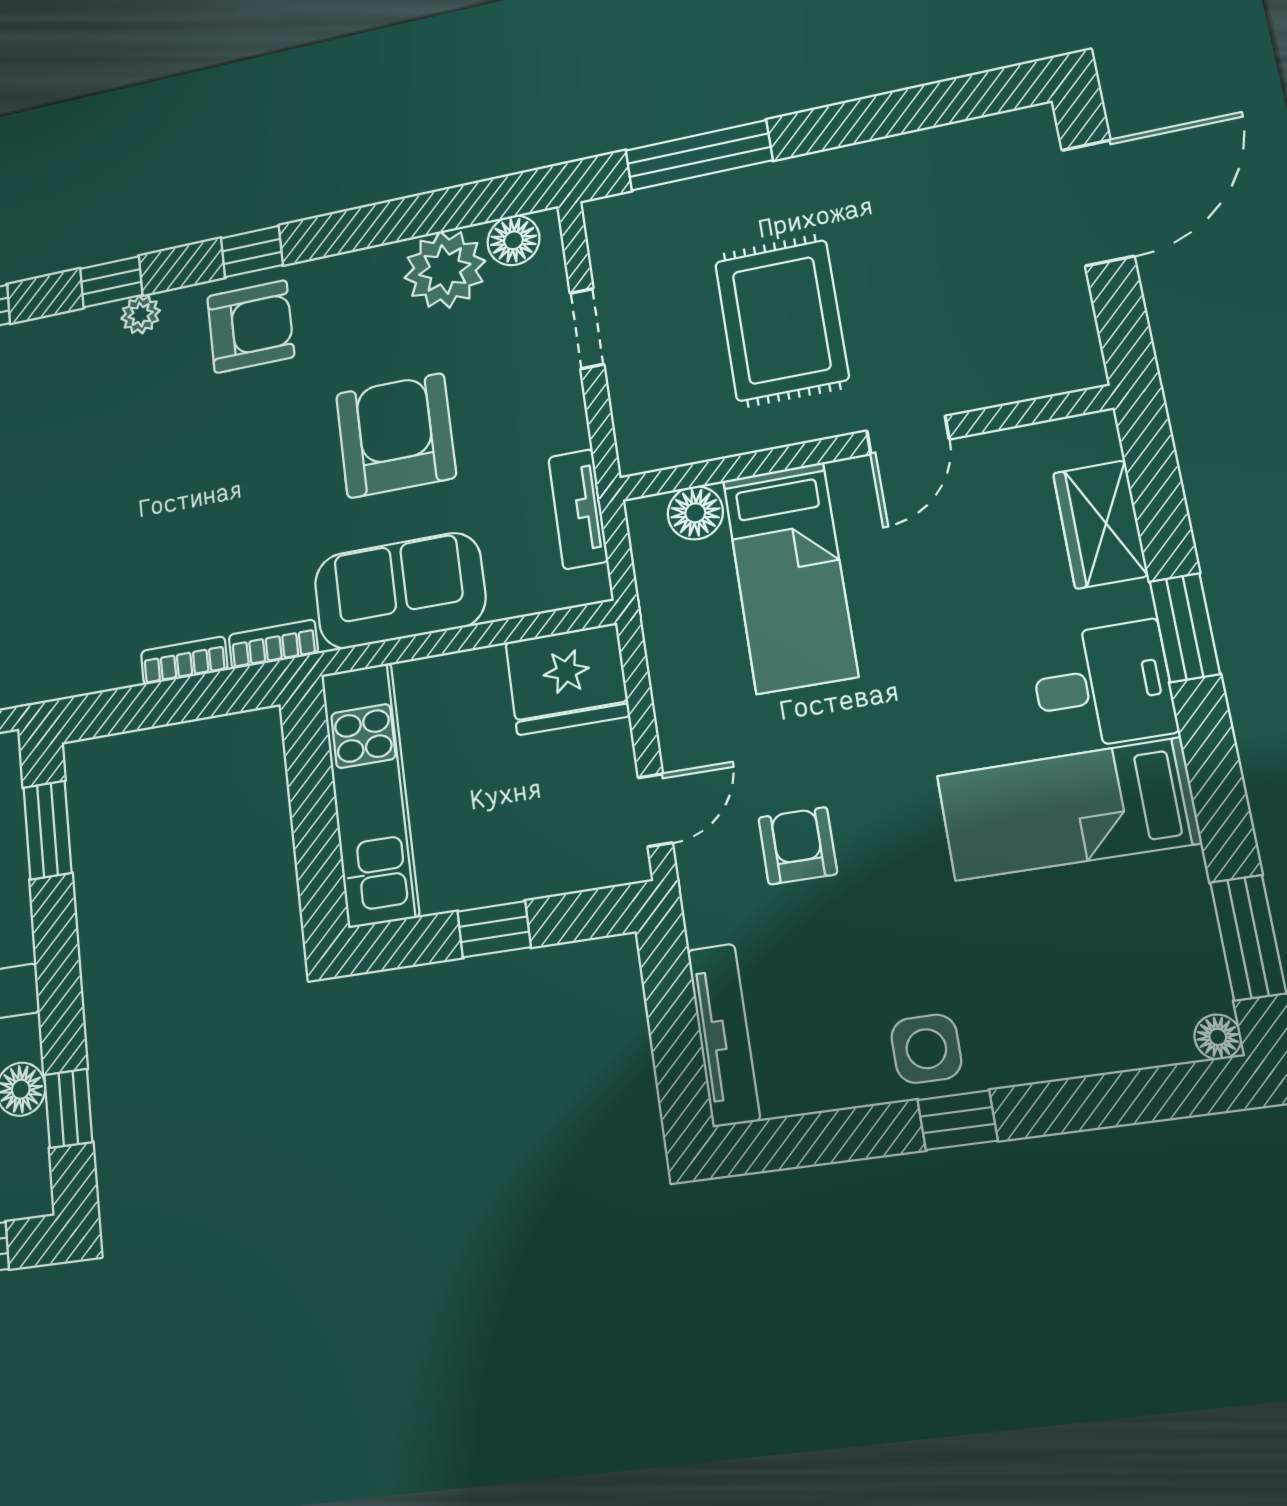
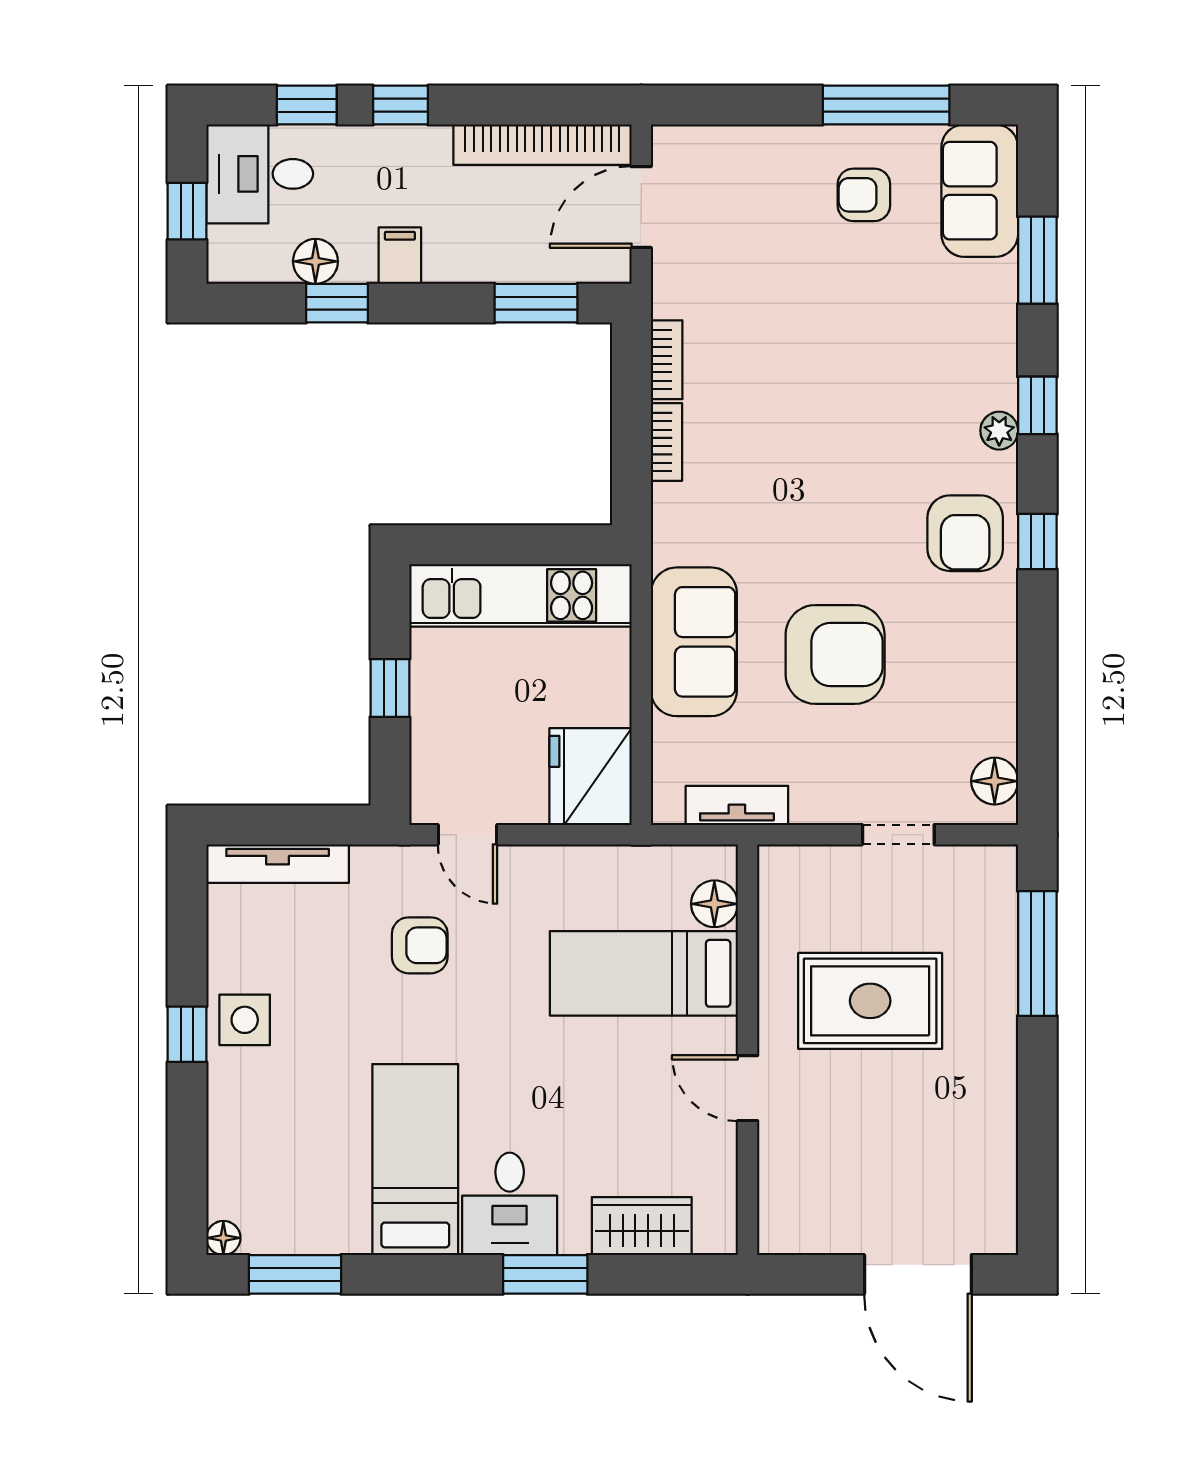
plant: (445, 269) -> (981, 717), removed
bookcase: (273, 644) -> (667, 360), moved
window: (68, 1108) -> (337, 303), moved

